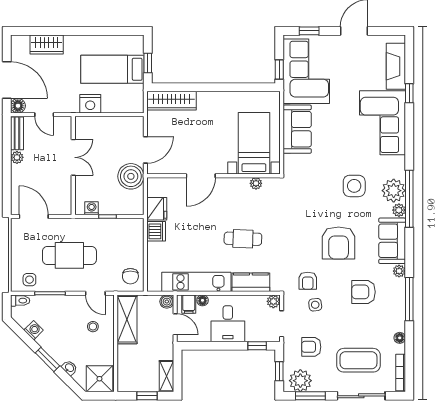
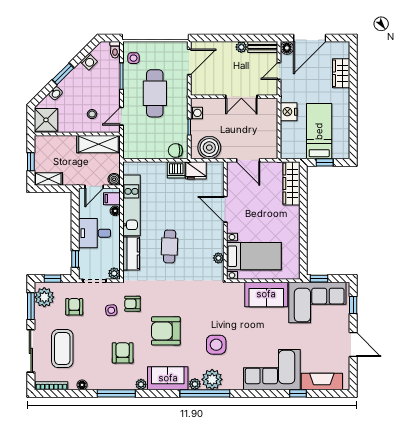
boiler: (131, 176) -> (209, 148), moved
chair: (130, 276) -> (175, 151), moved

